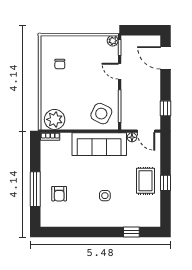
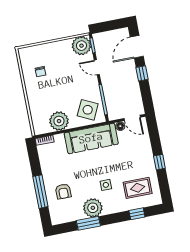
plant: (113, 41) -> (81, 46), width x1.87, depth x1.87
door: (165, 58) -> (137, 47), hinge flipped
window: (165, 108) -> (142, 73), moved
plant: (55, 119) -> (59, 121), moved
rug: (145, 181) -> (138, 188), moved, turned 90
plant: (87, 217) -> (93, 208), added
window: (79, 232) -> (88, 223), added

